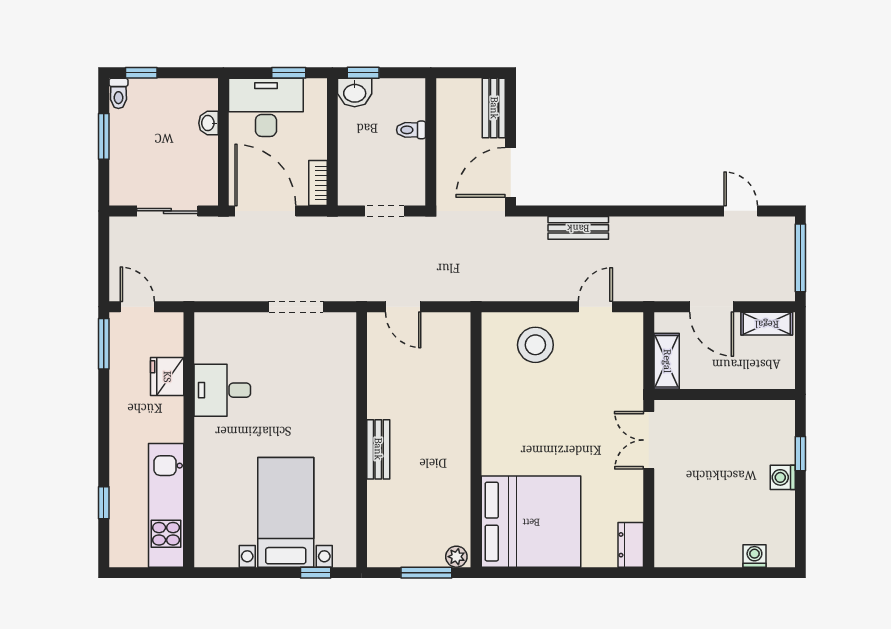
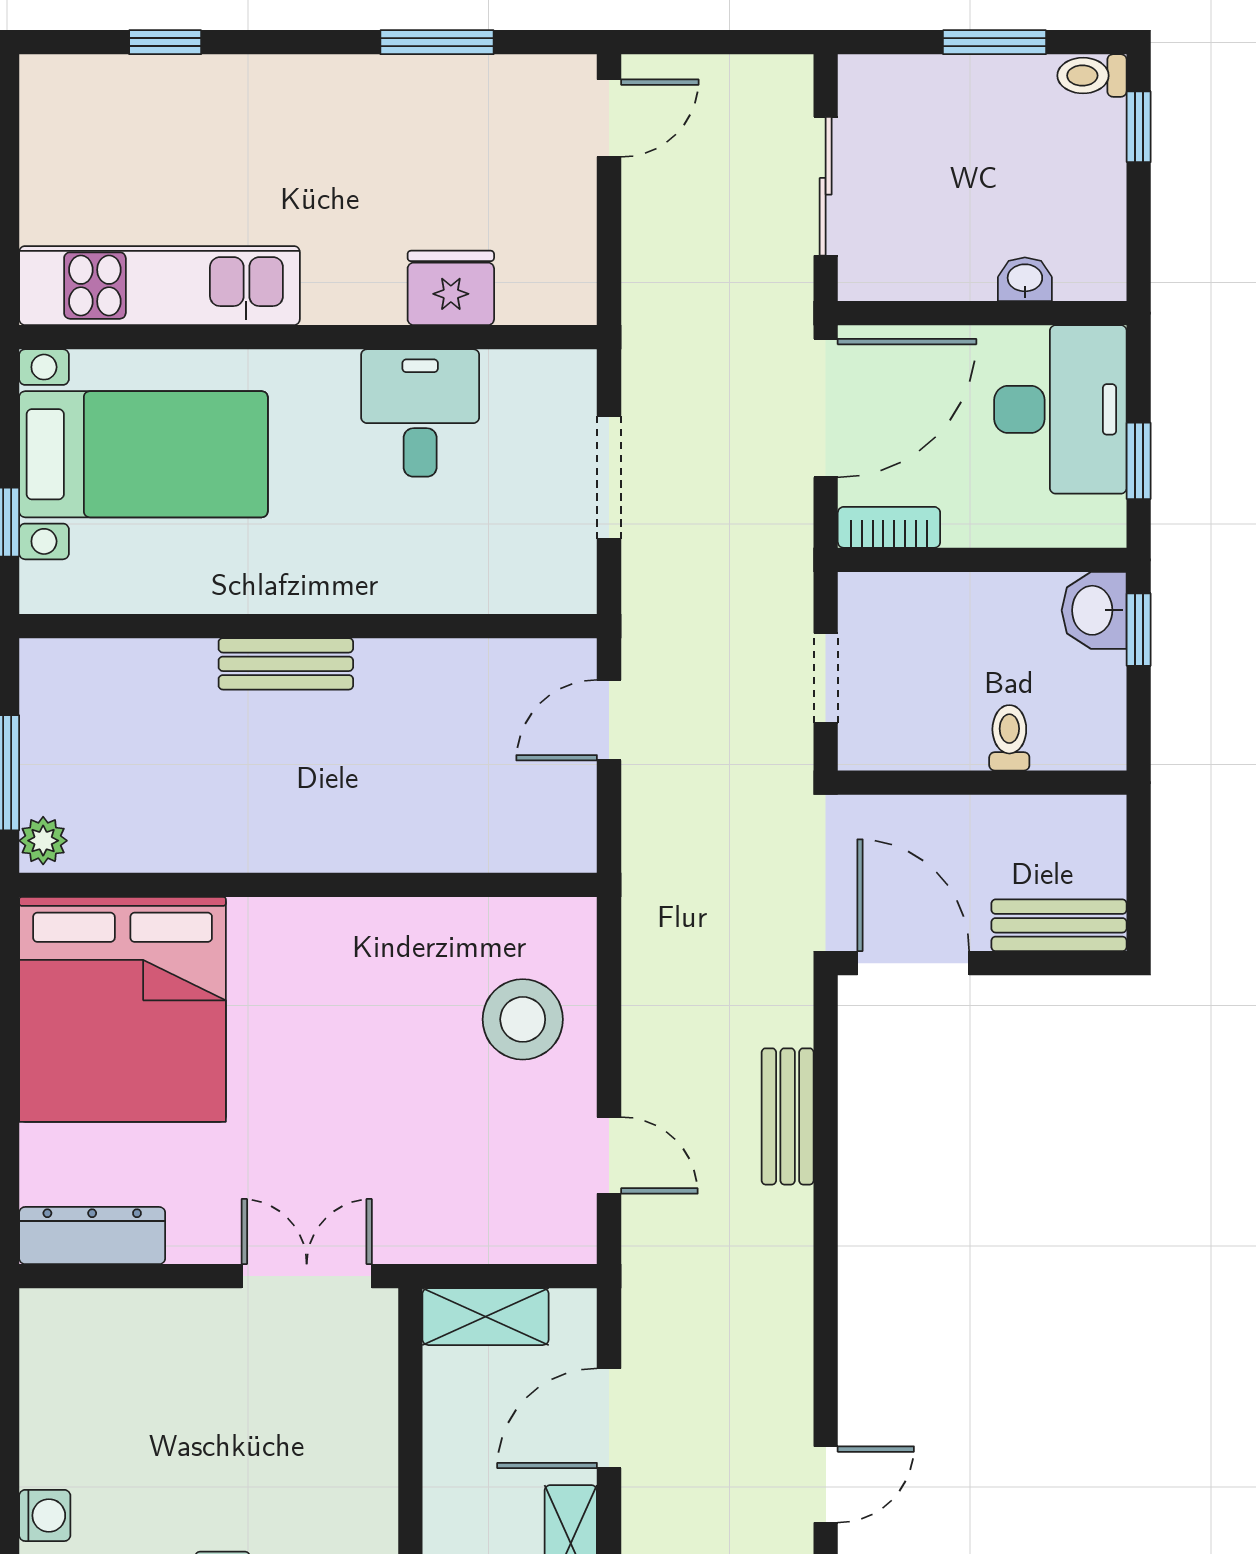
window: (104, 344) -> (437, 42), moved
fridge: (167, 377) -> (451, 288), moved
desk: (222, 390) -> (420, 413), moved
wall: (189, 440) -> (308, 337), moved
kitchen unit: (166, 505) -> (159, 286), moved
dresser: (631, 545) -> (92, 1236), width x1.44

